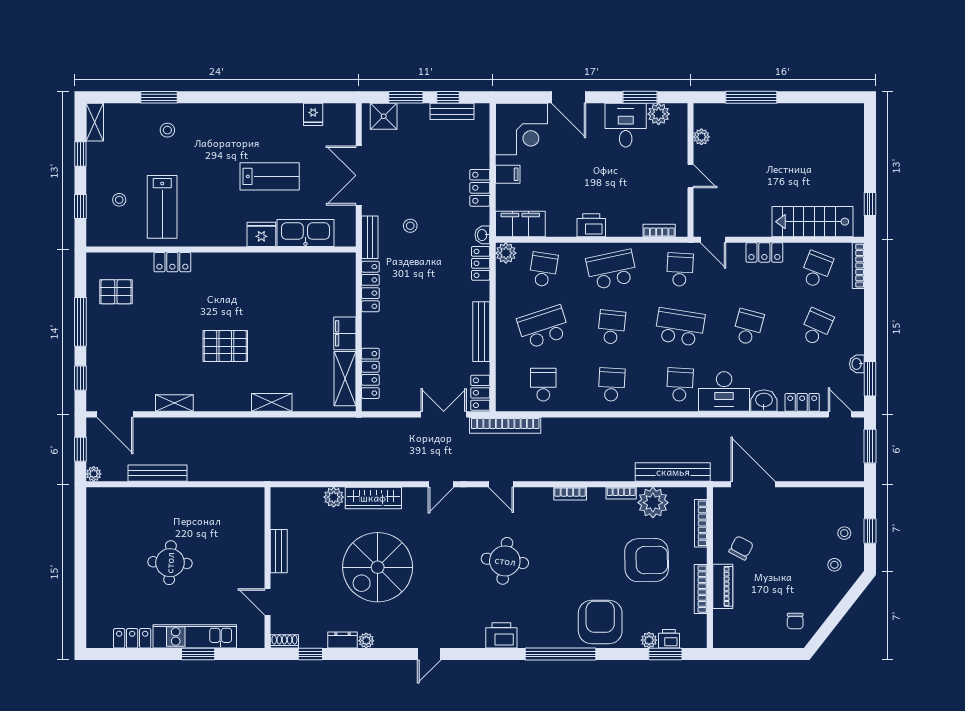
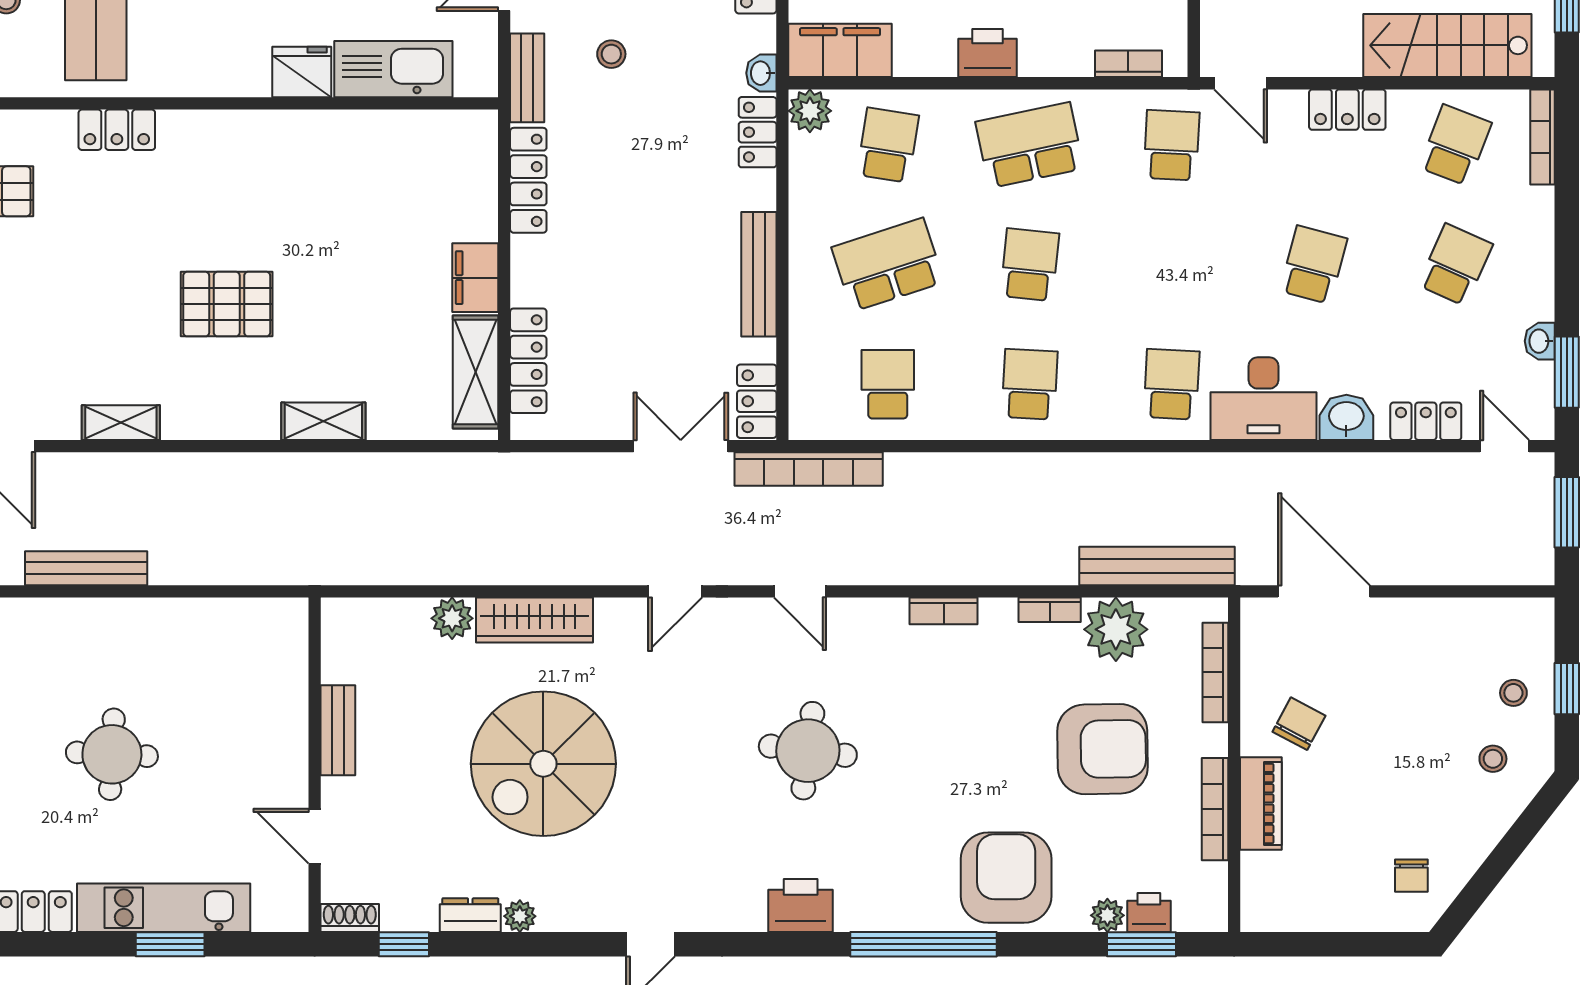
school desk: (680, 327) -> (1172, 265), removed

